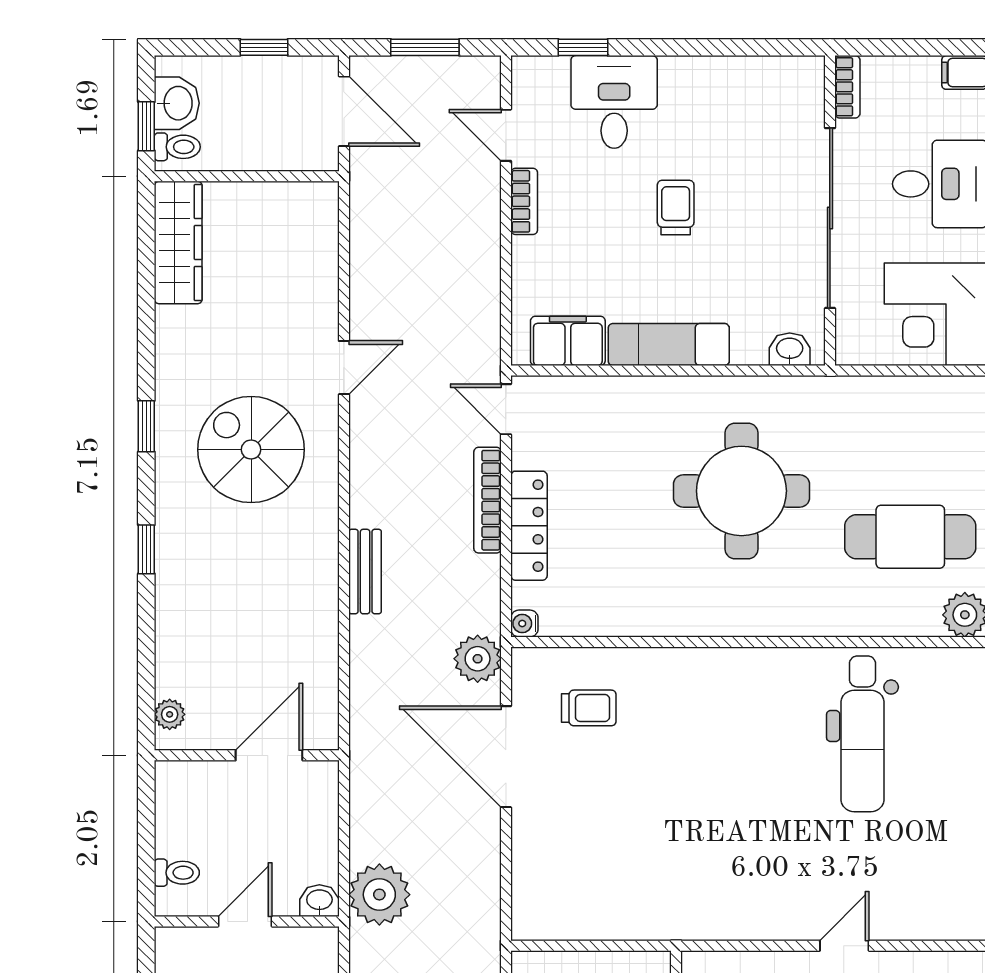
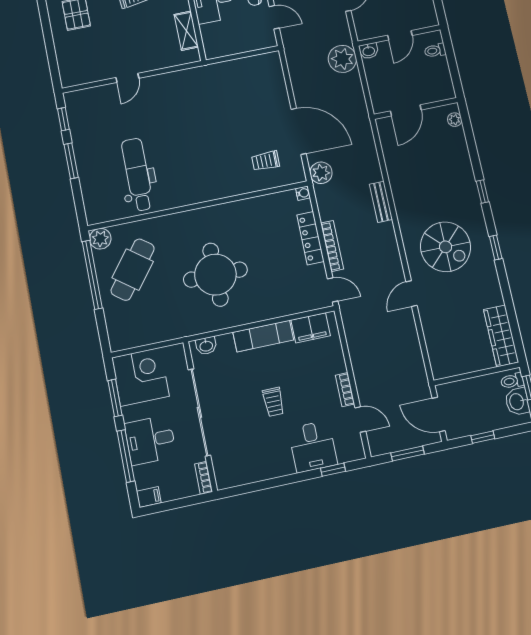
cafe table: (910, 537) -> (133, 270), turned -53

